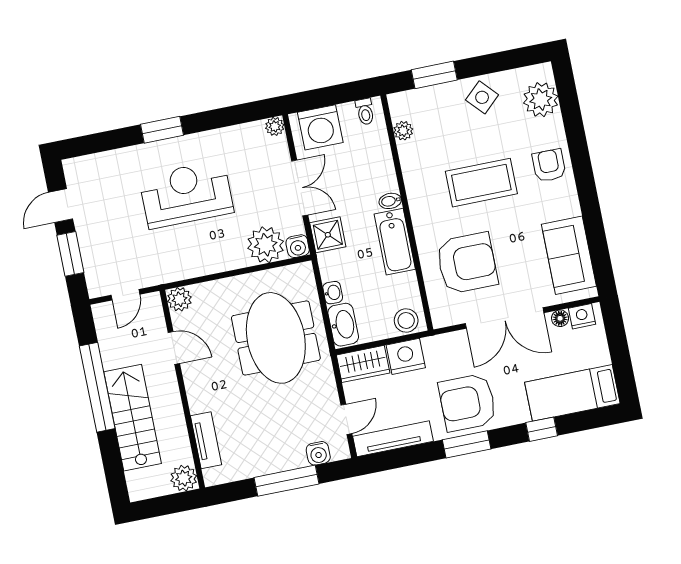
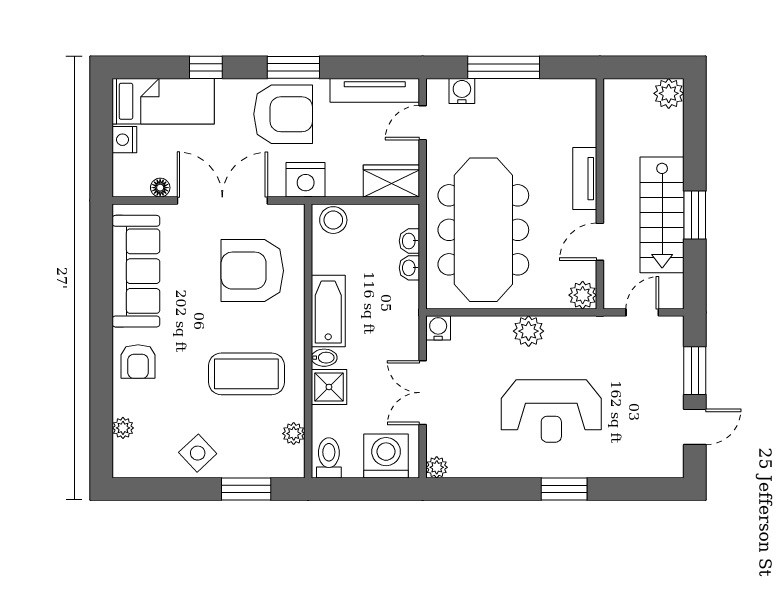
plant: (541, 100) -> (123, 428), width x0.53, depth x0.53
toilet: (365, 112) -> (329, 458), width x1.37, depth x1.39
coffee table: (481, 183) -> (246, 374), moved
shower: (328, 235) -> (329, 387), moved
plant: (266, 245) -> (529, 331), moved, width x0.73, depth x0.73
sofa: (569, 255) -> (136, 271), width x1.36
nightstand: (582, 316) -> (124, 140), moved, turned 90
washbasin: (343, 325) -> (409, 241), width x0.52, depth x0.69
meeting table: (276, 338) -> (483, 230), width x1.36
door: (174, 348) -> (600, 242), hinge flipped
nightstand: (406, 356) -> (306, 180), moved
window: (97, 387) -> (695, 215), width x0.47
stairs: (133, 418) -> (662, 215), moved
tv unit: (206, 440) -> (585, 179), moved
plant: (184, 478) -> (669, 93), moved

